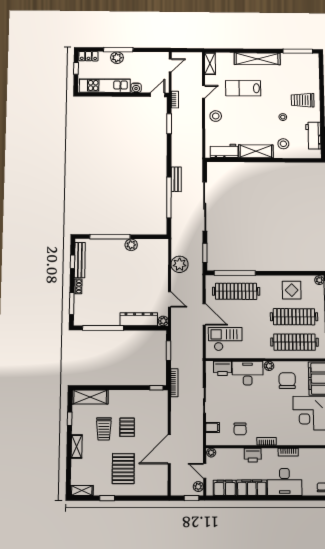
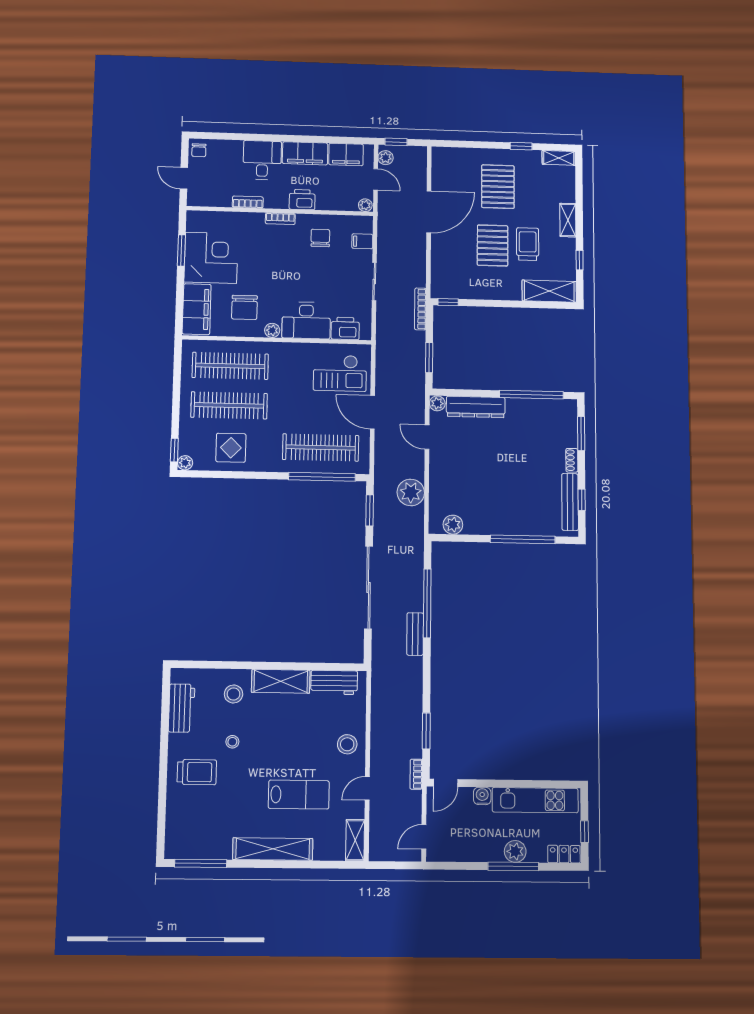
plant: (131, 245) -> (453, 525), moved
pallet: (127, 427) -> (493, 245), width x1.50, depth x1.42
desk: (285, 482) -> (262, 160), width x0.73

